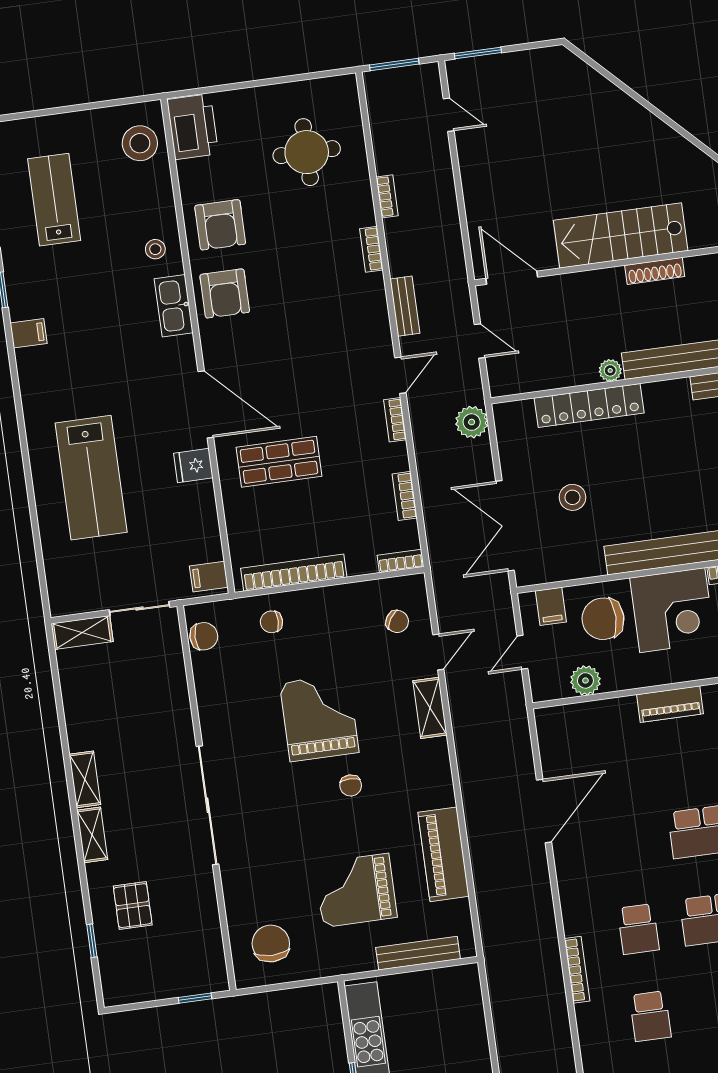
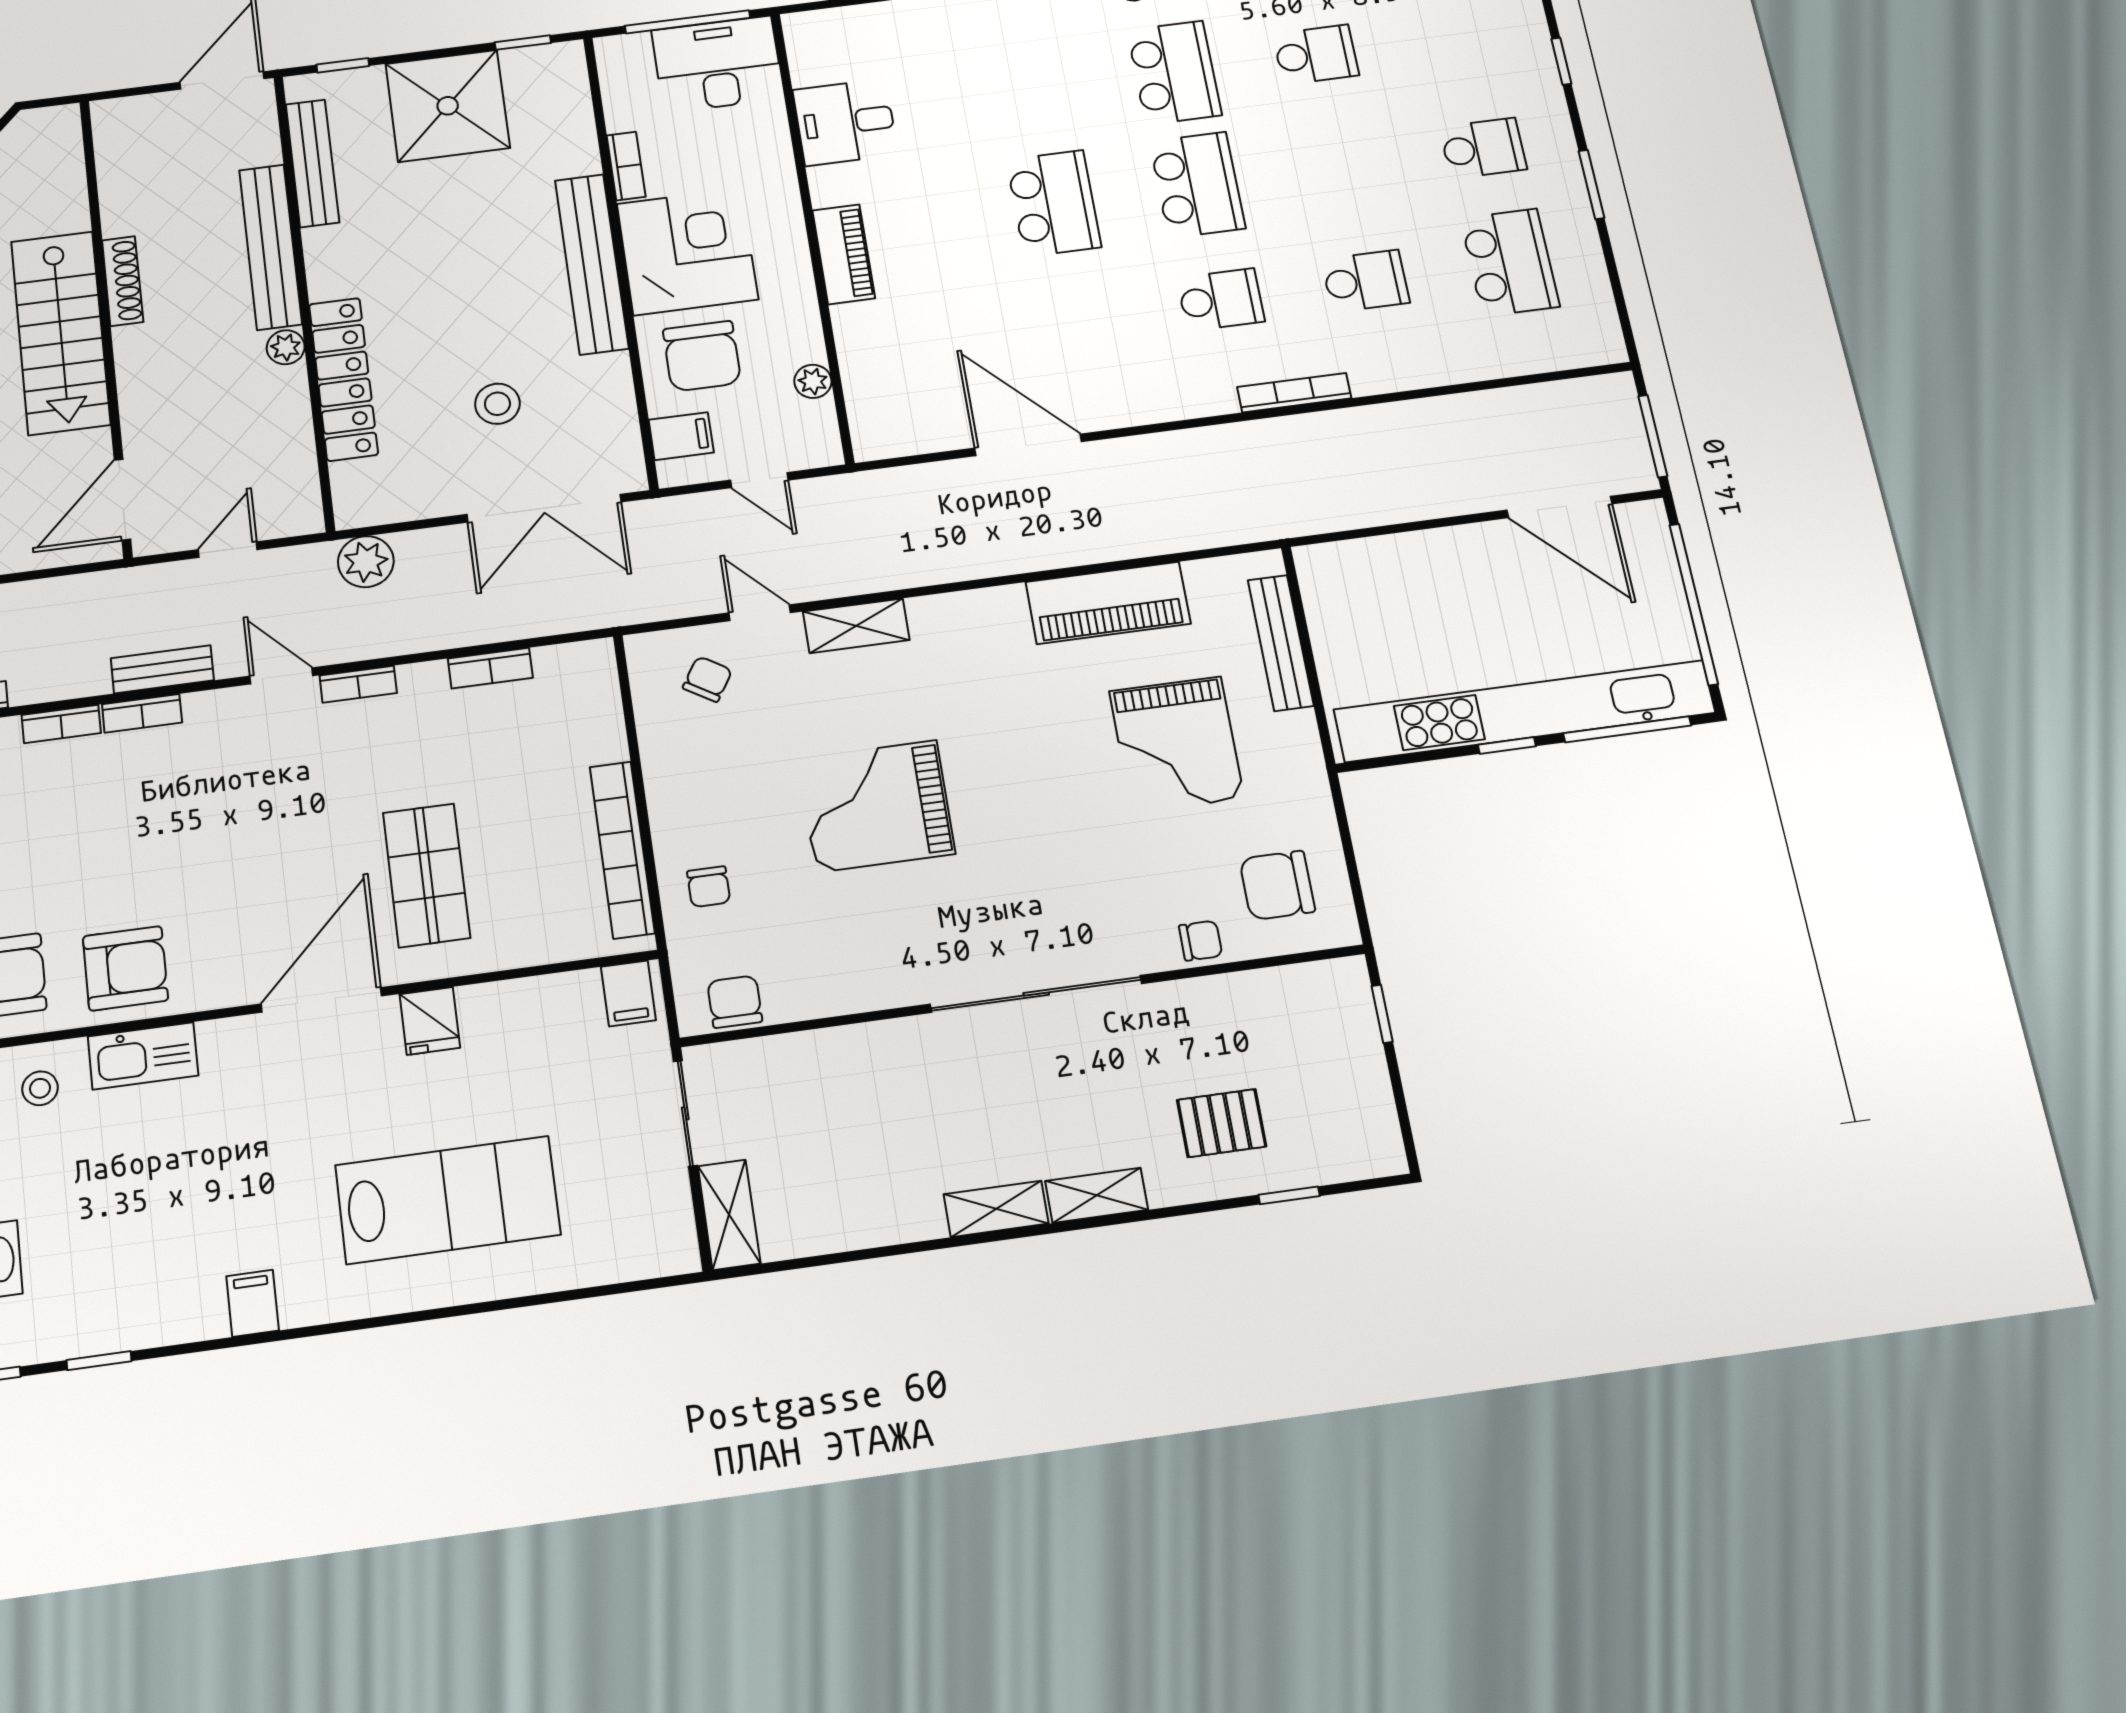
filing cabinet: (29, 333) -> (253, 1303), moved
bookcase: (400, 561) -> (142, 713), moved, turned -90
plant: (585, 680) -> (813, 381), width x0.73, depth x0.73
chair: (351, 786) -> (1201, 941), moved

